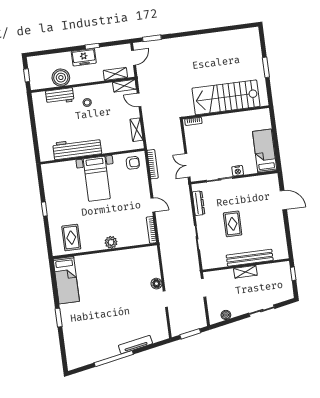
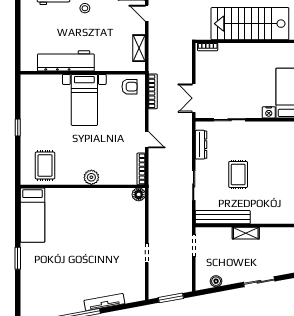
nightstand: (238, 171) -> (269, 112), moved
bench: (250, 258) -> (223, 217), moved
floor lamp: (156, 284) -> (139, 194), moved

